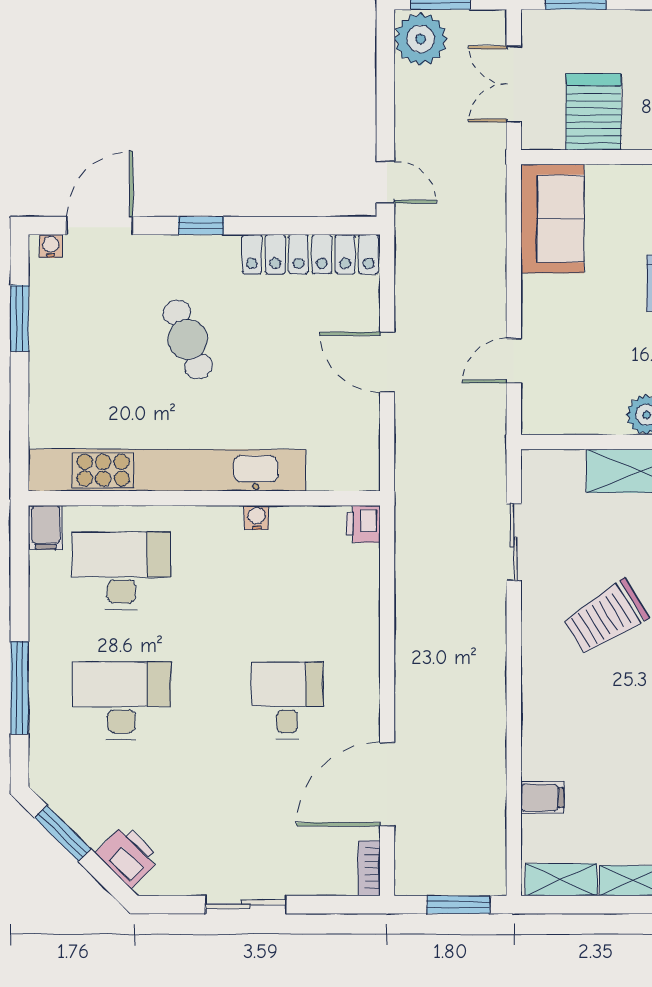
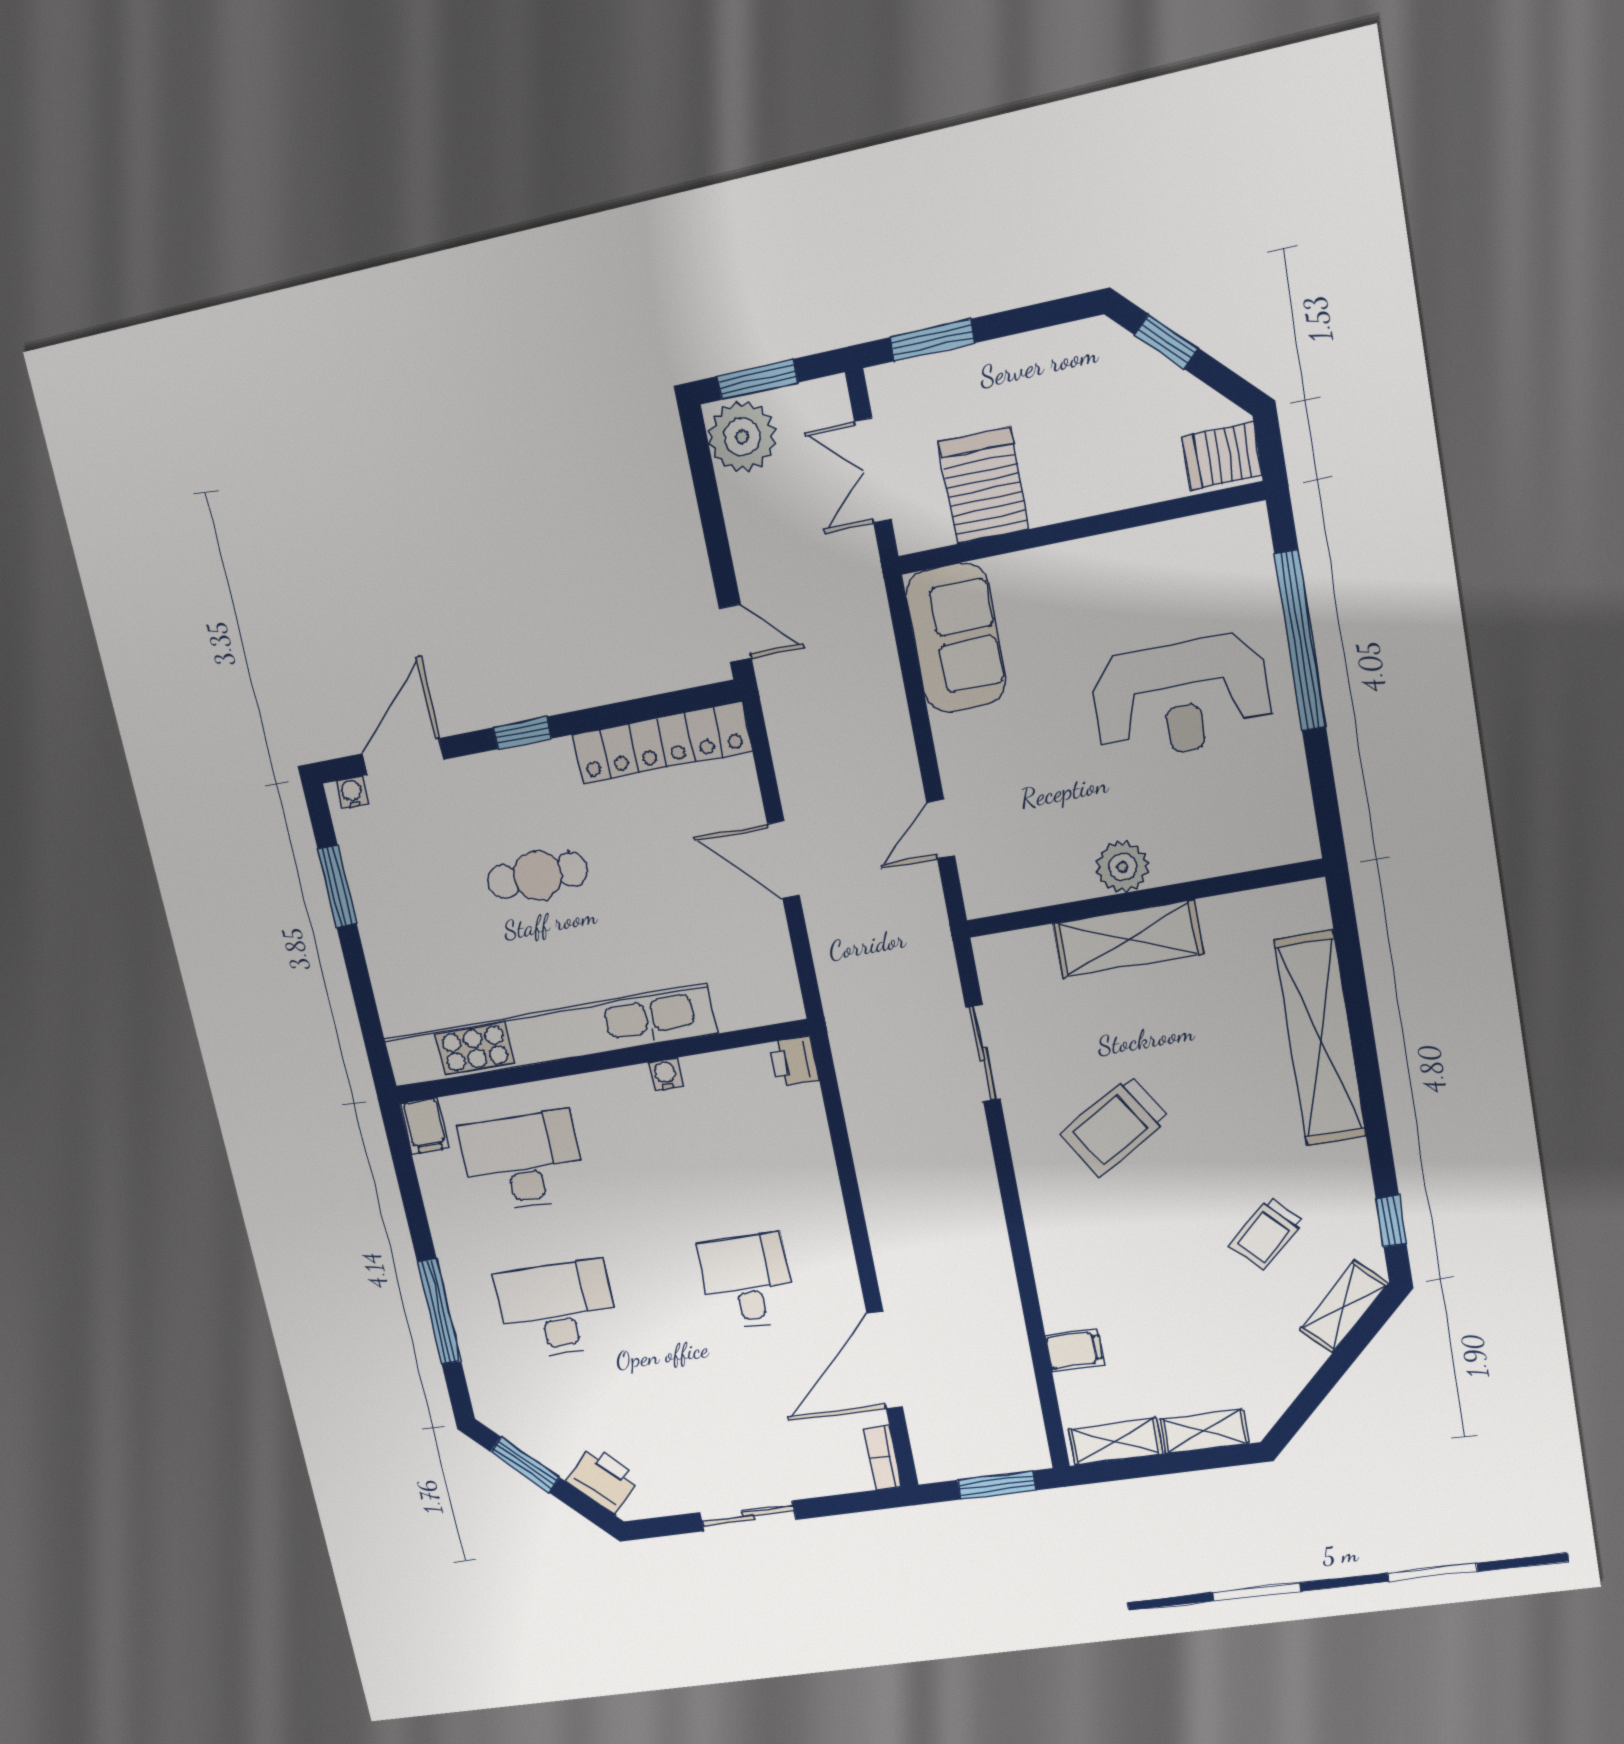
cafe table: (188, 339) -> (538, 875), turned -68

